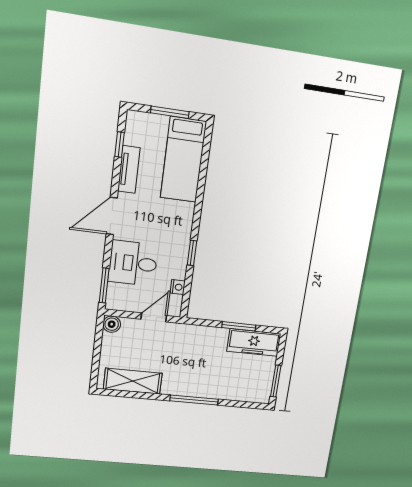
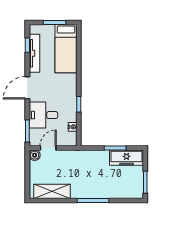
tv unit: (129, 169) -> (34, 53), width x1.41
door: (154, 317) -> (48, 148), moved

